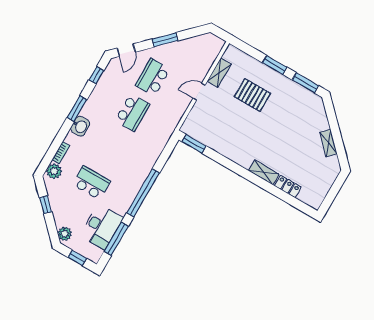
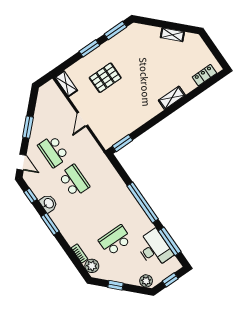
shelving: (219, 73) -> (66, 84), moved
washbasin: (80, 126) -> (48, 203), moved
locker: (288, 186) -> (204, 75), moved

